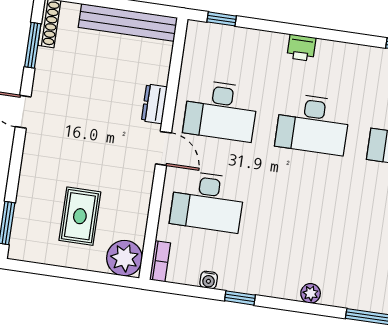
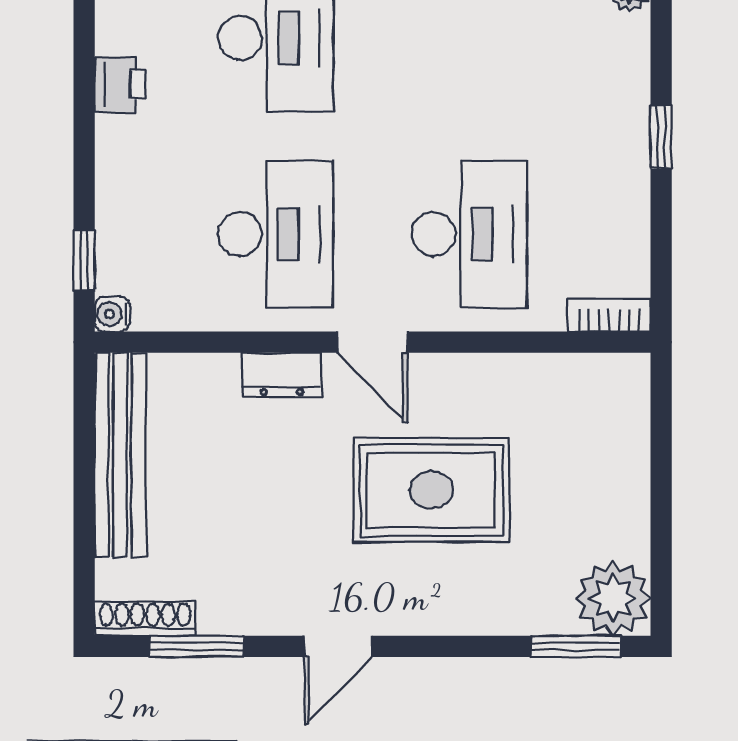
door: (163, 148) -> (372, 342), swing flipped
rug: (80, 216) -> (431, 490), moved, width x1.36, depth x1.43
plant: (124, 258) -> (613, 598), moved
water cooler: (209, 280) -> (112, 314), moved, turned 180

